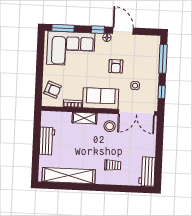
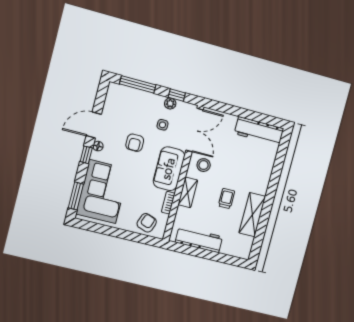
armchair: (116, 66) -> (135, 143), turned 90
plant: (154, 88) -> (170, 103), added
workbench: (47, 141) -> (199, 240), width x1.38
trolley: (113, 165) -> (227, 199), moved
workbench: (147, 172) -> (259, 131), width x1.38
shelving: (69, 176) -> (252, 215), width x0.68

